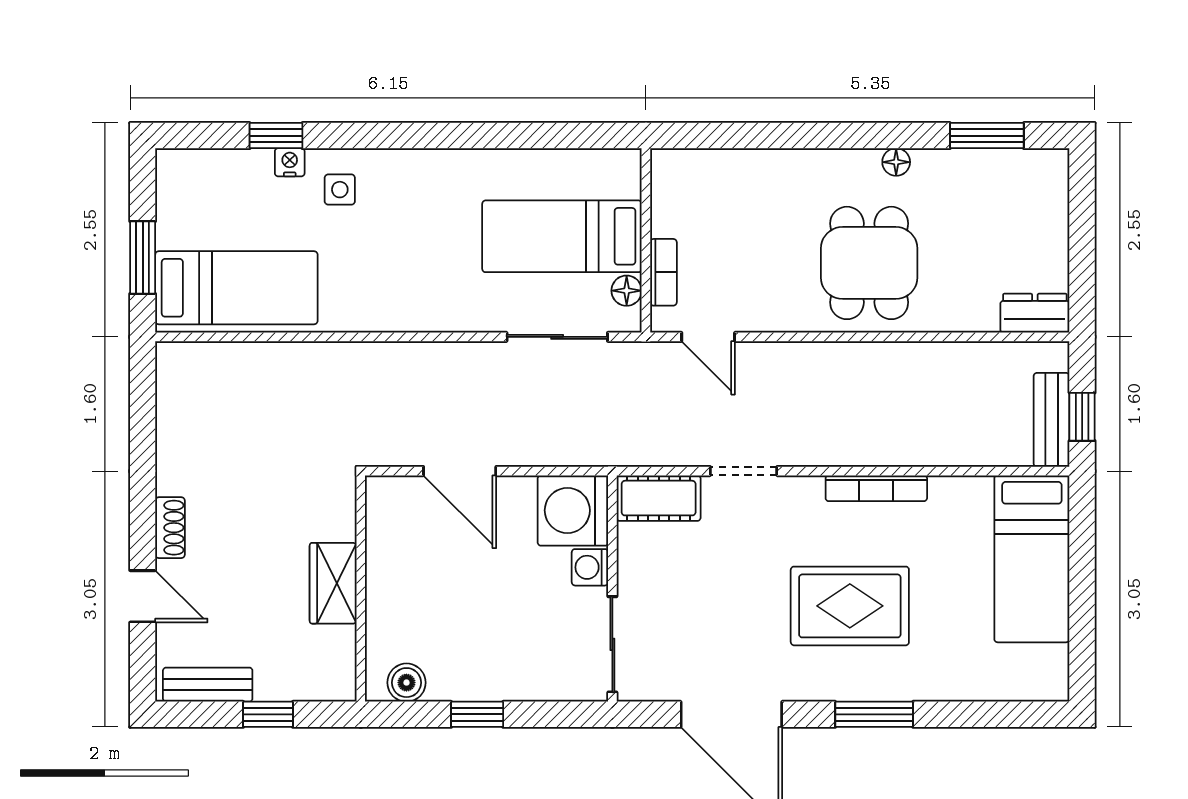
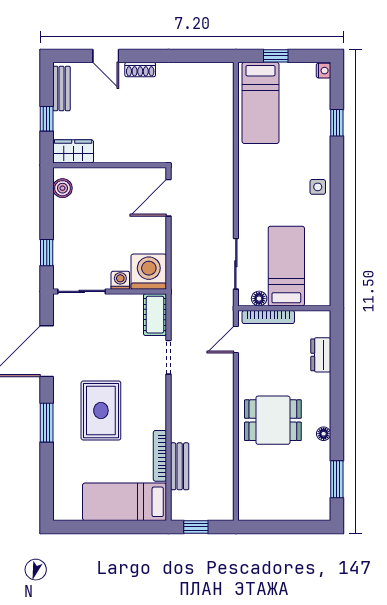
nightstand: (290, 162) -> (323, 71), moved
side table: (340, 190) -> (318, 187), moved
window: (143, 258) -> (276, 56), width x0.67
bookcase: (663, 272) -> (268, 317), width x1.56
dresser: (1035, 313) -> (321, 355), moved, turned 180
bench: (1052, 420) -> (180, 466), moved, turned 90
door: (460, 471) -> (169, 198), moved
bookcase: (876, 488) -> (160, 456), moved
wardrobe: (333, 583) -> (73, 151), moved
door: (143, 596) -> (106, 56), hinge flipped
window: (477, 714) -> (47, 253), moved

